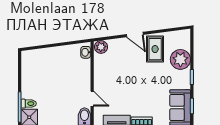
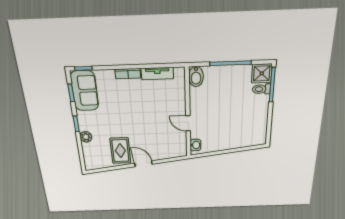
plant: (101, 47) -> (179, 151), removed
plant: (180, 59) -> (86, 137), width x0.53, depth x0.53
door: (92, 99) -> (188, 123), moved

